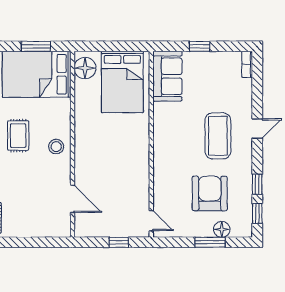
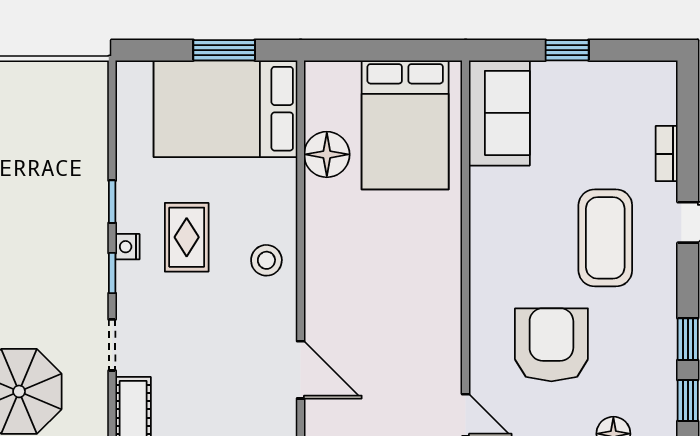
bookcase: (247, 64) -> (667, 154), moved
floor lamp: (85, 68) -> (327, 154), moved
armchair: (210, 193) -> (551, 345), moved

